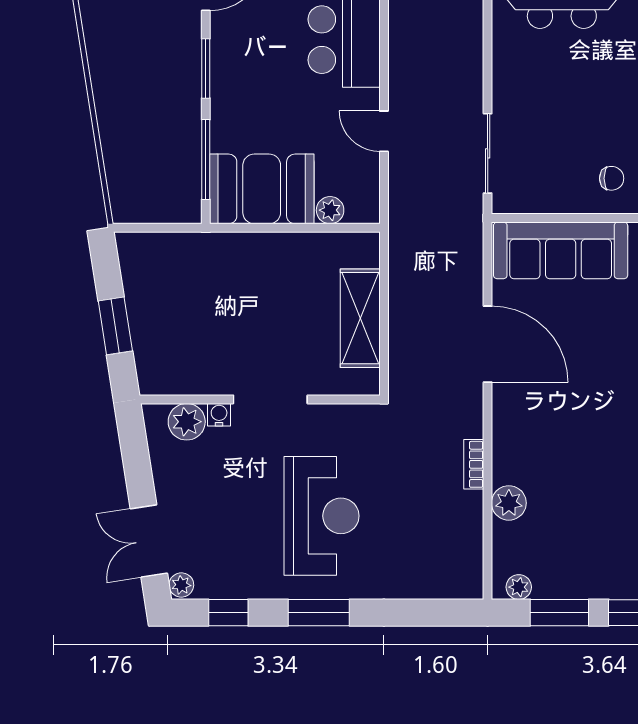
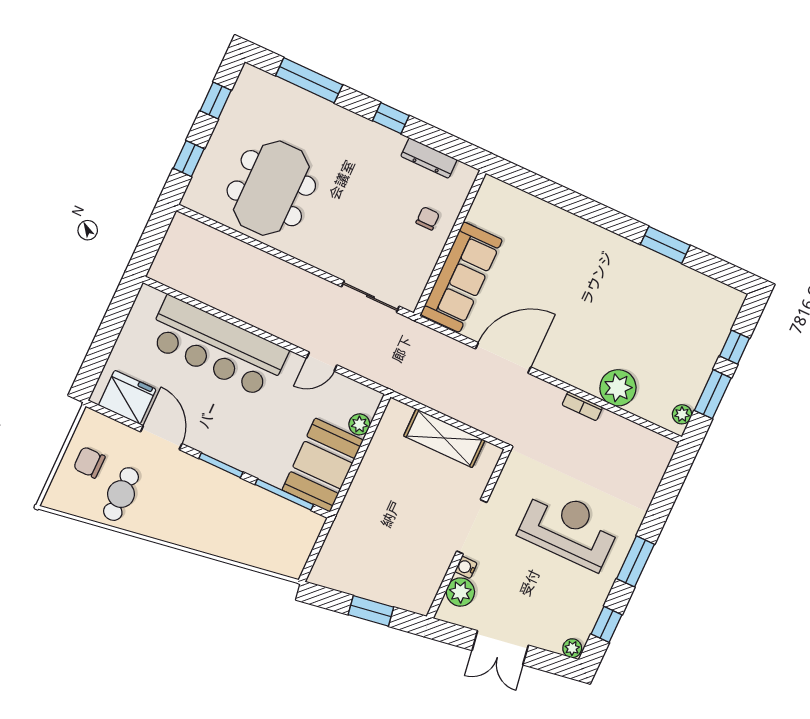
plant: (509, 503) -> (618, 388), width x1.36, depth x1.36
double door: (149, 541) -> (500, 648), moved

